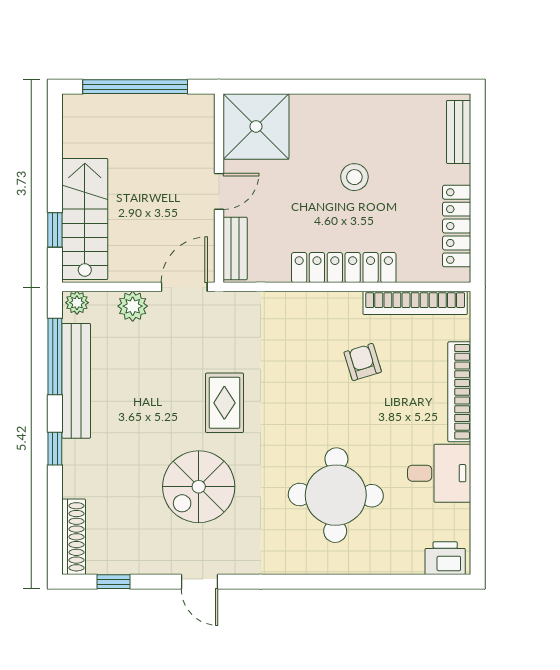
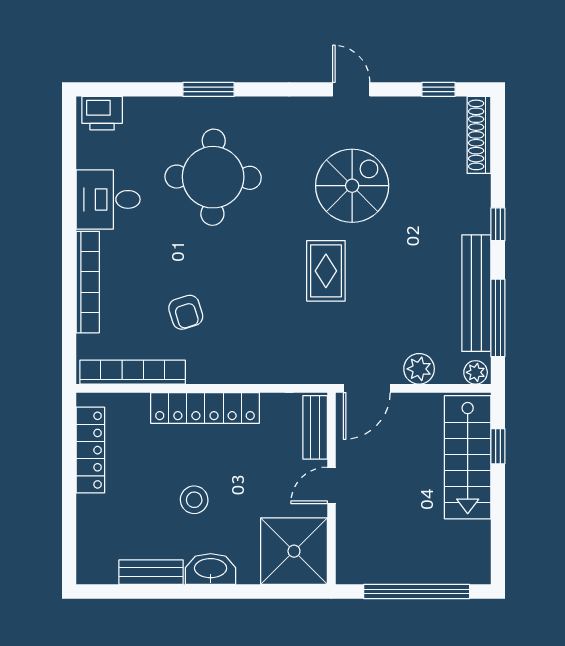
washbasin: (338, 109) -> (211, 569), added
bench: (459, 132) -> (151, 572), moved, turned 90
window: (340, 582) -> (208, 89), added

